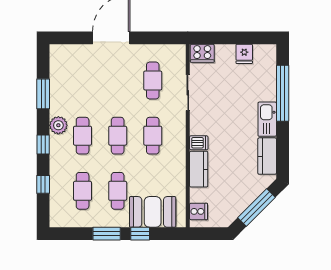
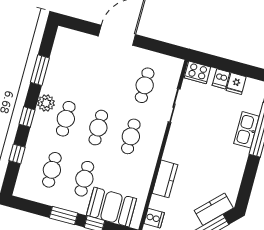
kitchen sink: (267, 119) -> (246, 130), moved
dishwasher: (199, 143) -> (221, 79), moved, turned 90
kitchen counter: (267, 156) -> (214, 209), moved, turned 45

